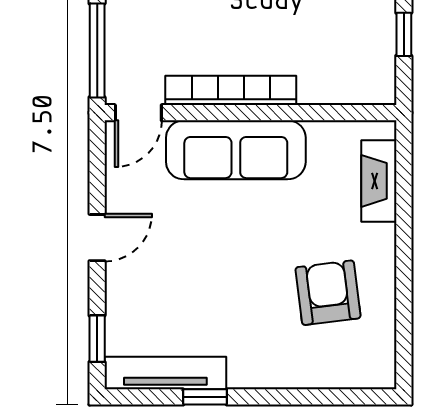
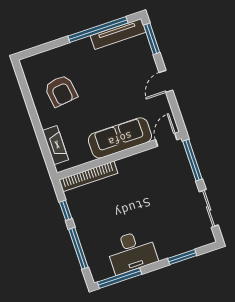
bookcase: (231, 90) -> (88, 176), moved
window: (97, 339) -> (152, 39), width x1.50
window: (205, 397) -> (98, 30), width x3.17

